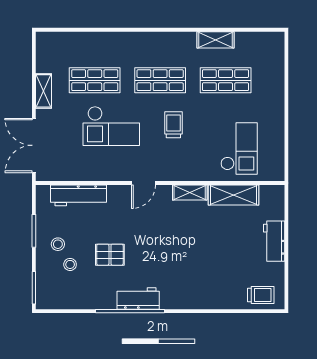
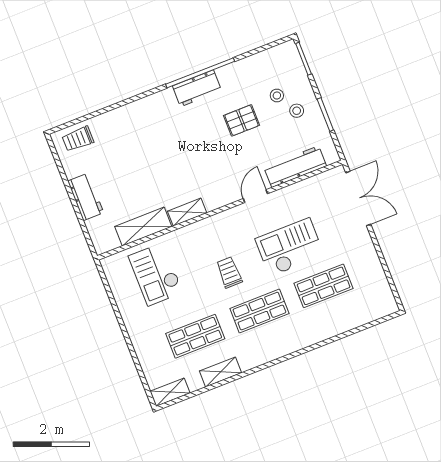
shelving: (43, 91) -> (170, 392), moved, turned 90
trolley: (173, 125) -> (229, 272), turned 180
door: (143, 183) -> (255, 196), moved

